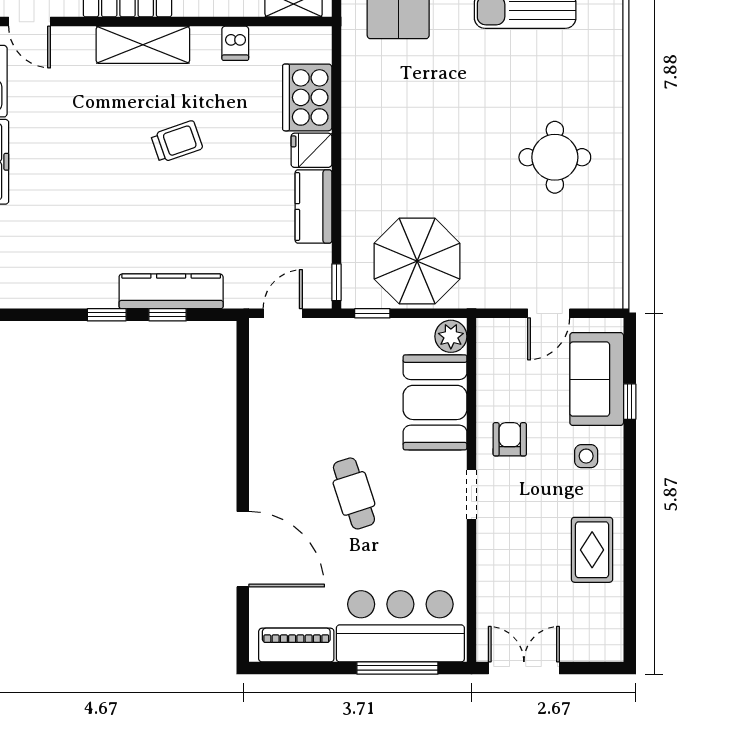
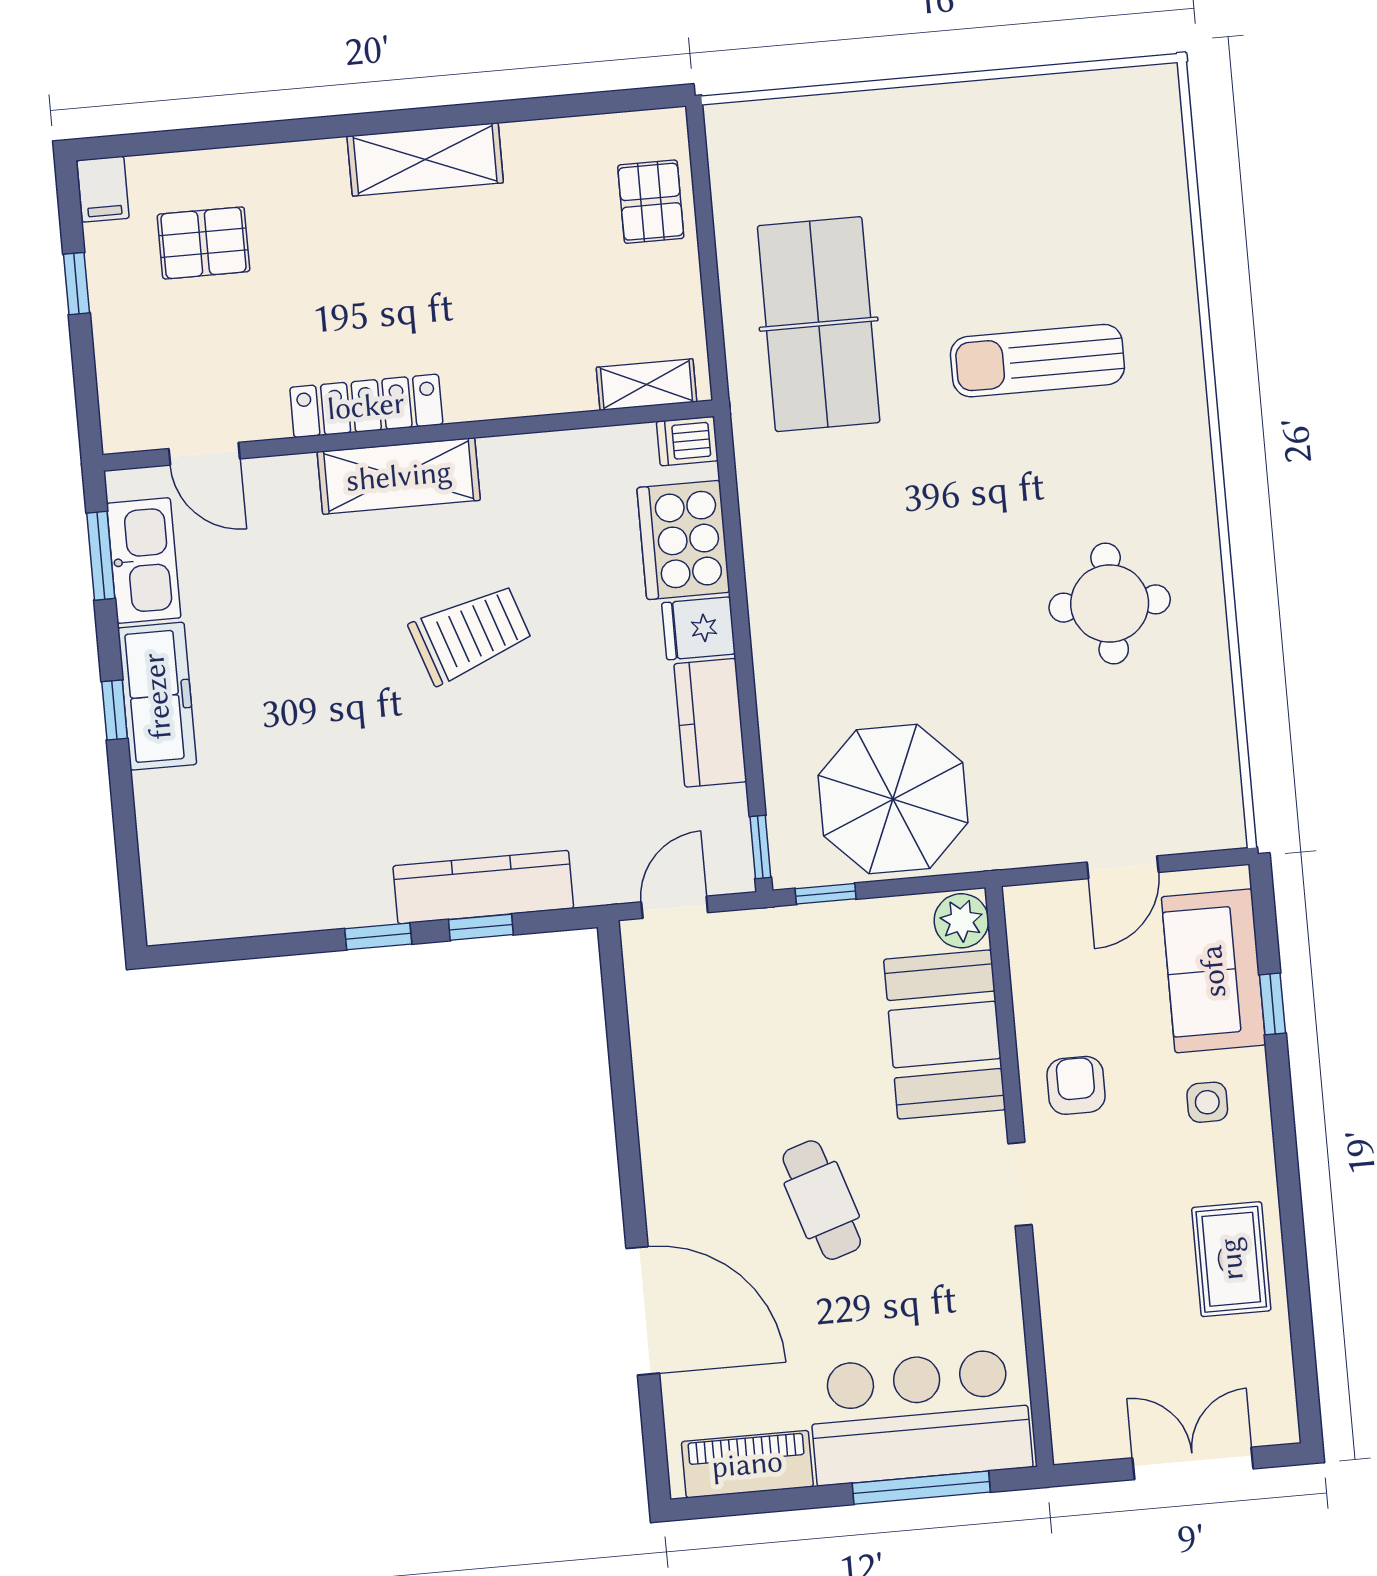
dishwasher: (235, 43) -> (687, 441), moved, turned 90
trolley: (177, 142) -> (470, 634), width x1.36, depth x1.39
double door: (524, 668) -> (1193, 1463), moved

